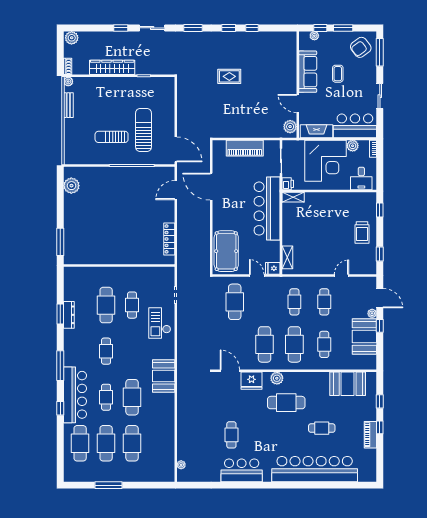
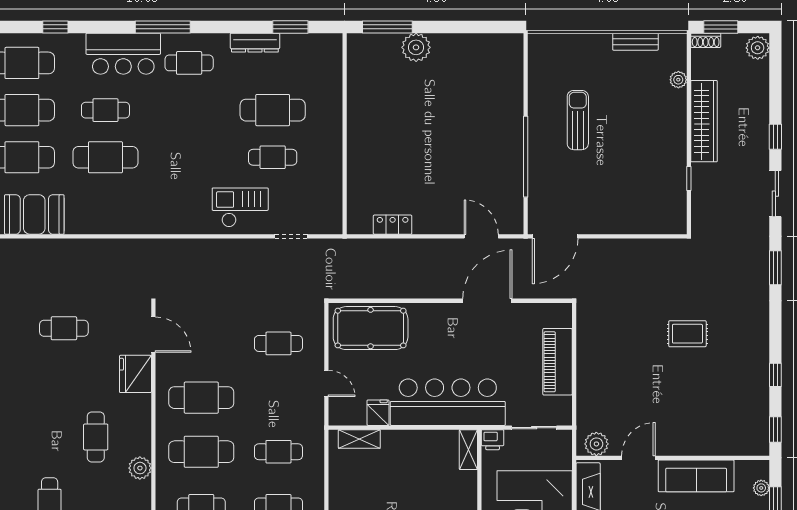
window: (229, 28) -> (775, 430), moved
window: (60, 58) -> (721, 27), added
rug: (229, 76) -> (687, 334), turned 90
plant: (68, 81) -> (678, 80), moved
sun lounger: (143, 130) -> (590, 178), removed
plant: (71, 186) -> (416, 47), moved
locker: (169, 239) -> (393, 225), width x0.66
fridge: (273, 268) -> (378, 413), moved
door: (257, 275) -> (326, 384), hinge flipped
cafe table: (235, 302) -> (278, 343), width x0.73, depth x0.74
window: (60, 314) -> (290, 27), moved
cafe table: (106, 351) -> (189, 63), moved
door: (230, 371) -> (153, 335), hinge flipped
booth: (164, 376) -> (34, 214), moved
plant: (277, 378) -> (140, 468), moved
bar counter: (75, 395) -> (123, 54), width x0.73
cafe table: (286, 403) -> (96, 437), width x0.73, depth x0.74
window: (60, 408) -> (55, 27), moved
cafe table: (231, 435) -> (64, 328), moved

